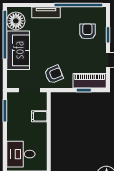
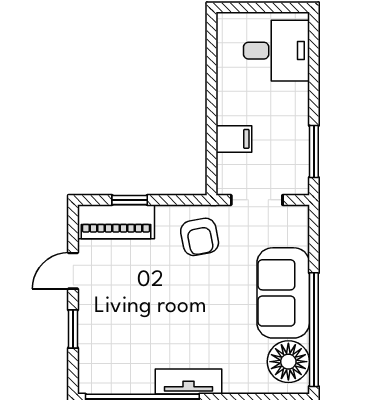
tv unit: (46, 12) -> (188, 382), moved
armchair: (87, 31) -> (121, 337), removed
armchair: (54, 74) -> (200, 237), turned -78

